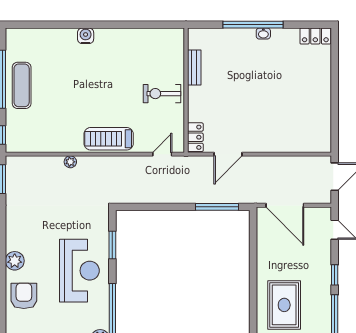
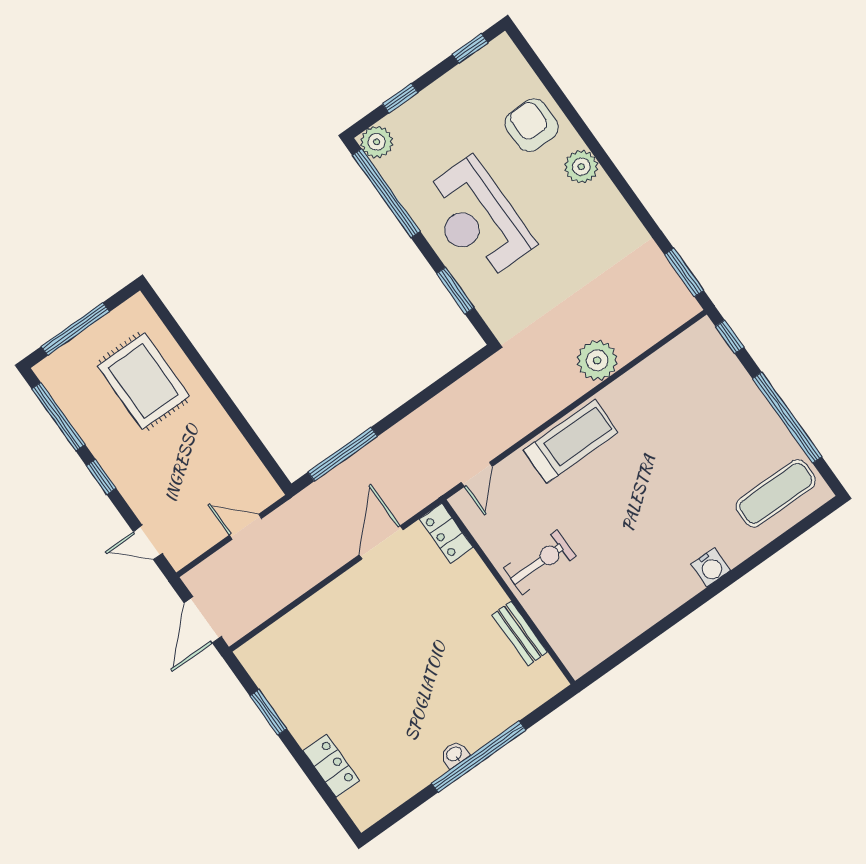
locker: (315, 36) -> (331, 766), moved, turned 90
exercise mat: (22, 85) -> (776, 493), moved, turned 90
window: (335, 113) -> (268, 712), added
plant: (70, 162) -> (597, 360), width x1.87, depth x1.87
door: (285, 205) -> (245, 527), width x0.53
armchair: (24, 296) -> (532, 125), turned 180

